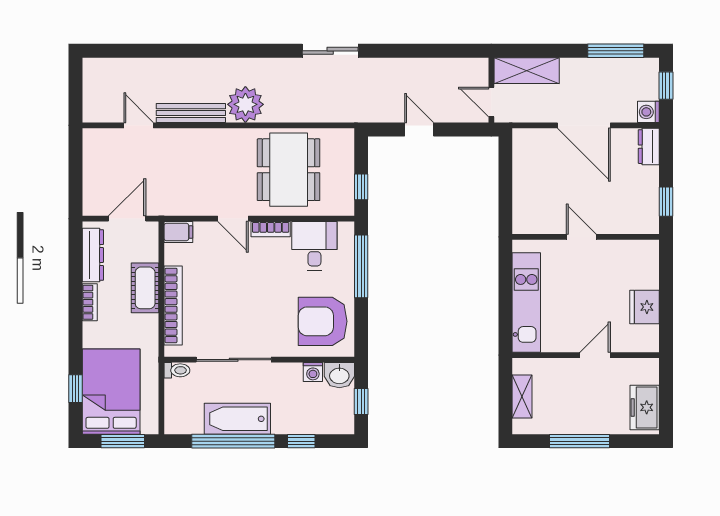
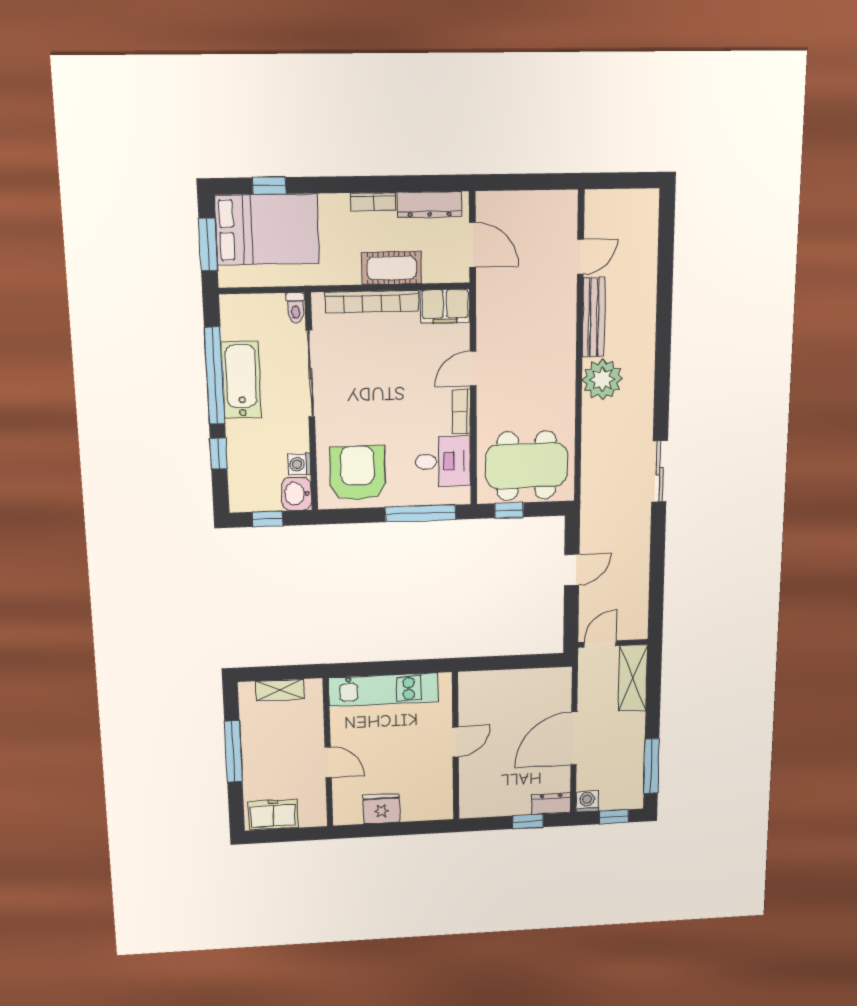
dining table: (289, 170) -> (526, 466), moved
window: (666, 202) -> (528, 821), moved
filing cabinet: (178, 232) -> (445, 306), width x2.00

